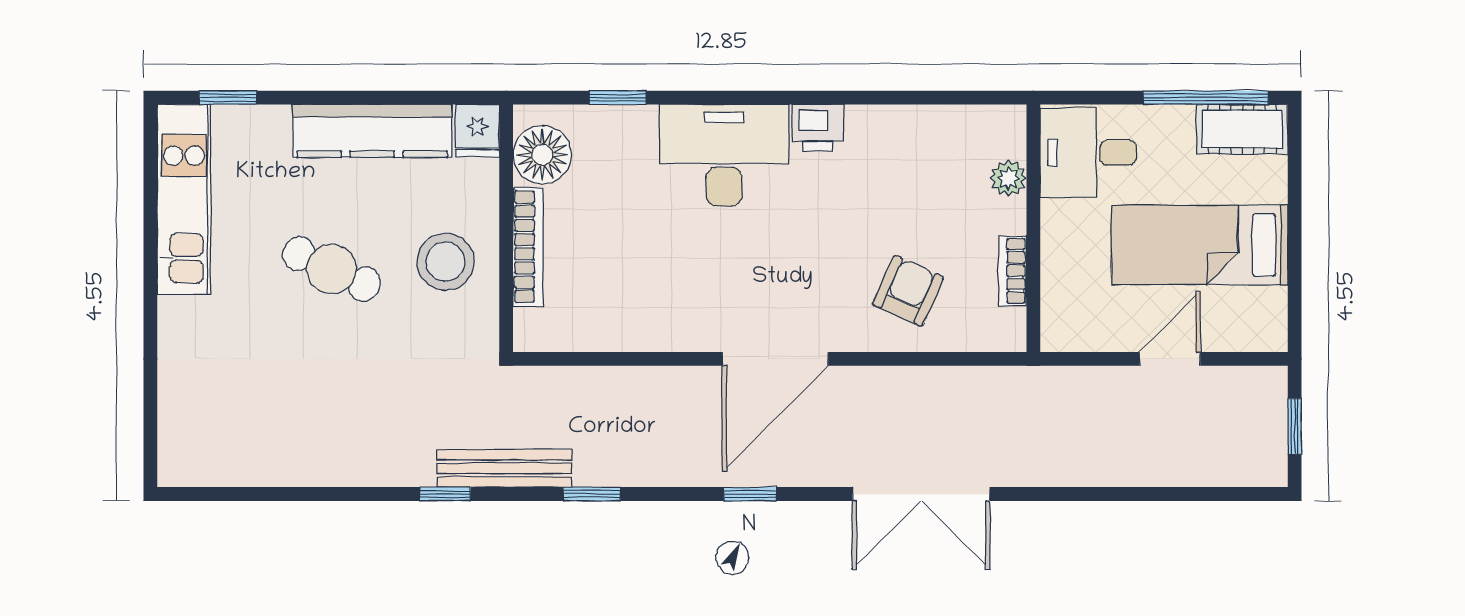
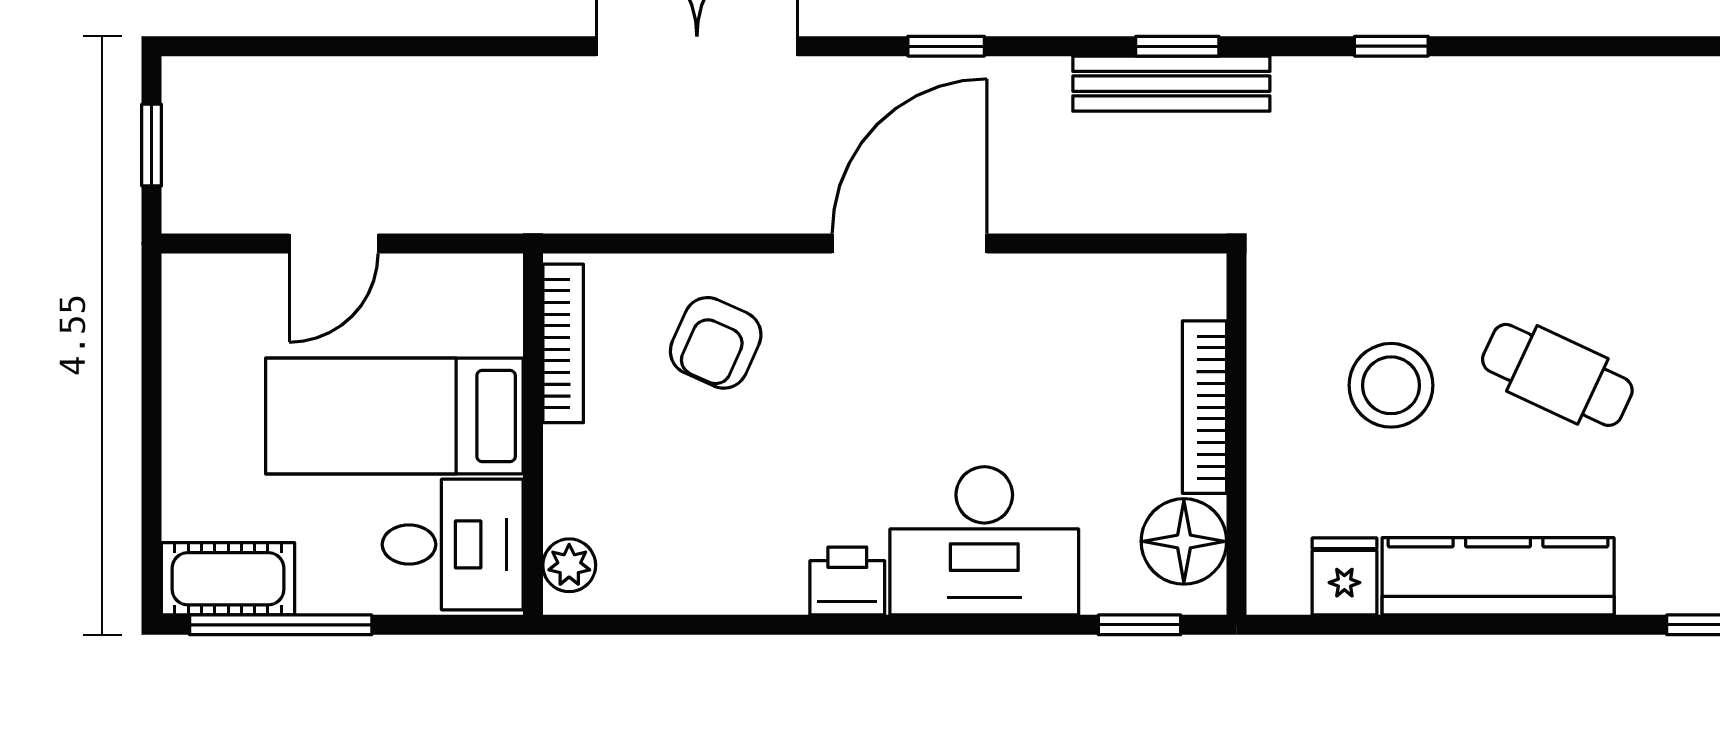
floor lamp: (542, 155) -> (1184, 541), moved
plant: (1008, 178) -> (569, 565), moved
wall: (506, 228) -> (1237, 434), moved
bed: (1200, 245) -> (394, 416), moved, turned 180
bookcase: (528, 247) -> (1205, 407), moved
bookcase: (1013, 271) -> (563, 343), width x1.56
bench: (504, 468) -> (1171, 84), moved

